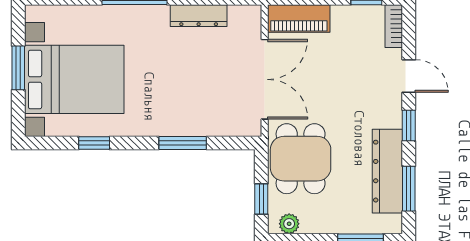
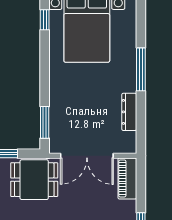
window: (94, 143) -> (45, 20), moved
window: (183, 143) -> (45, 122), moved

